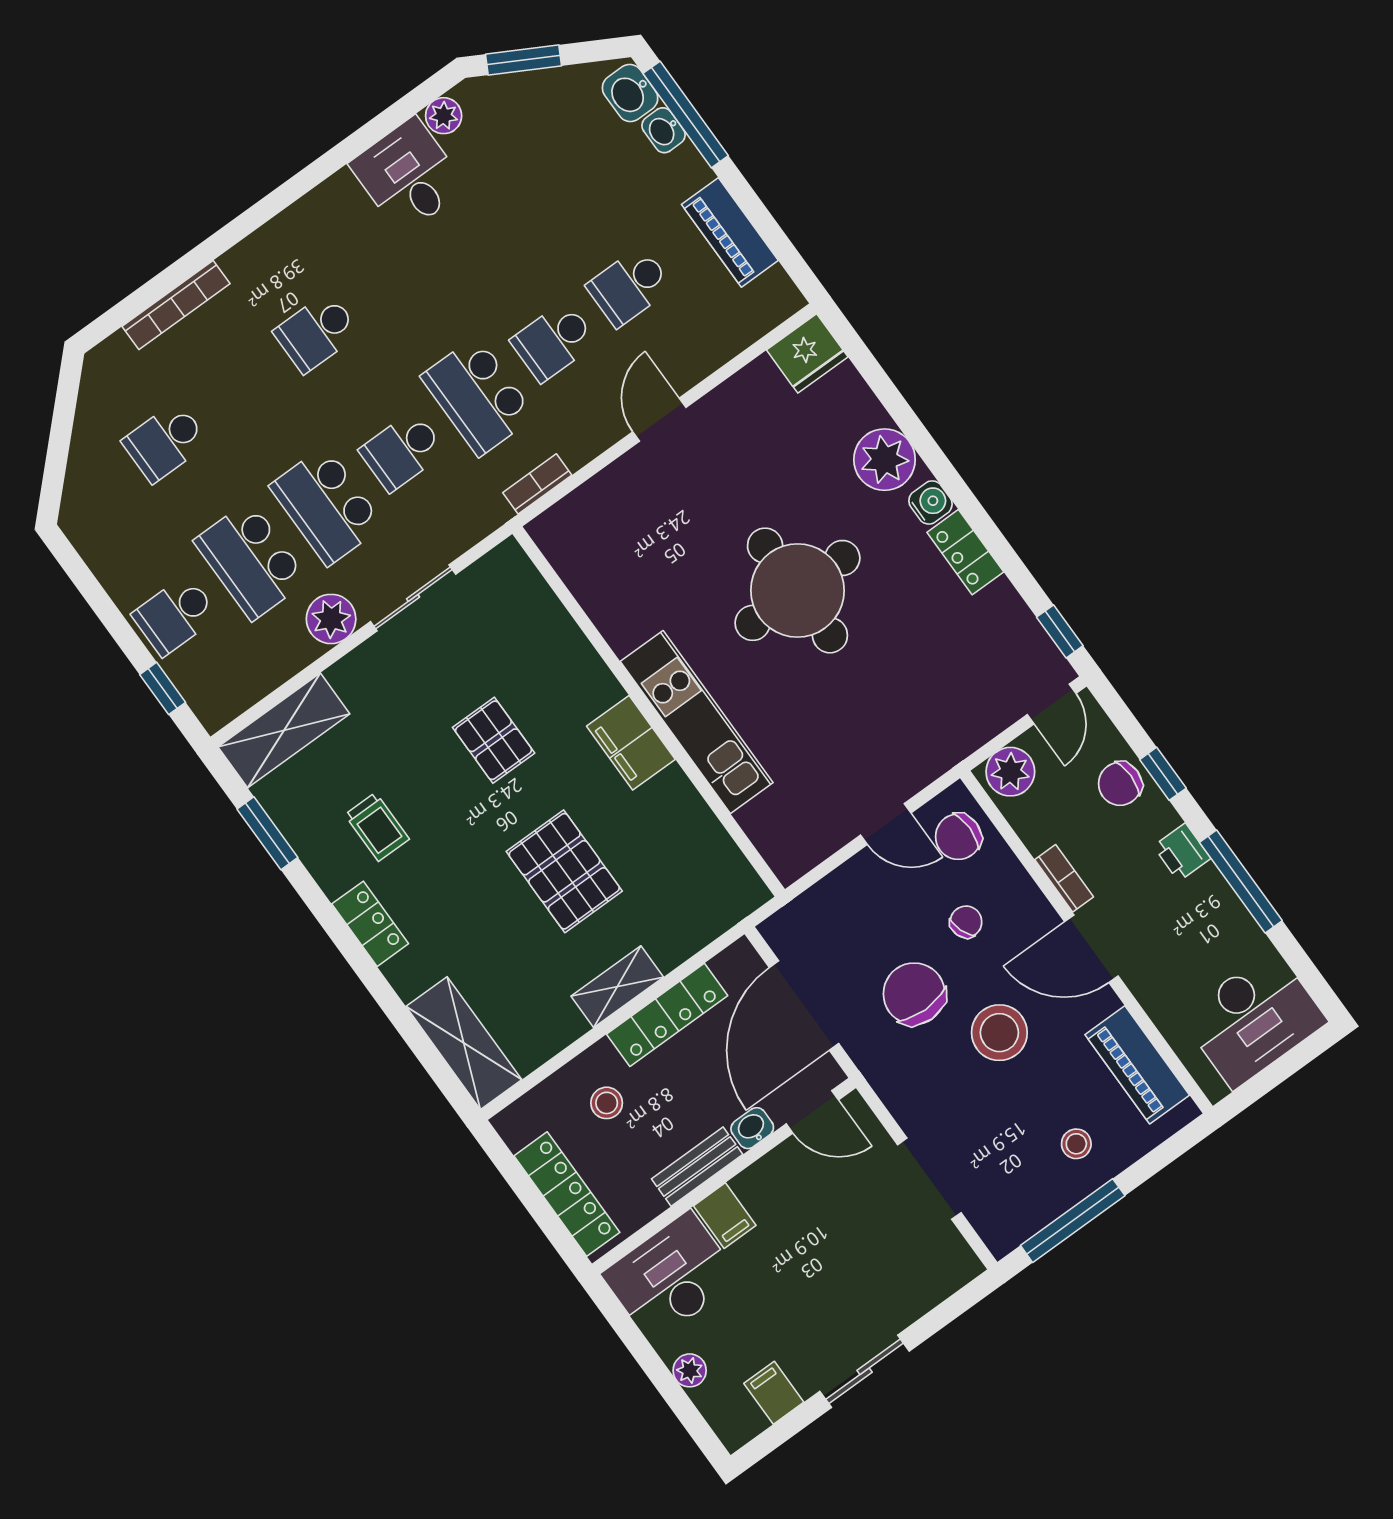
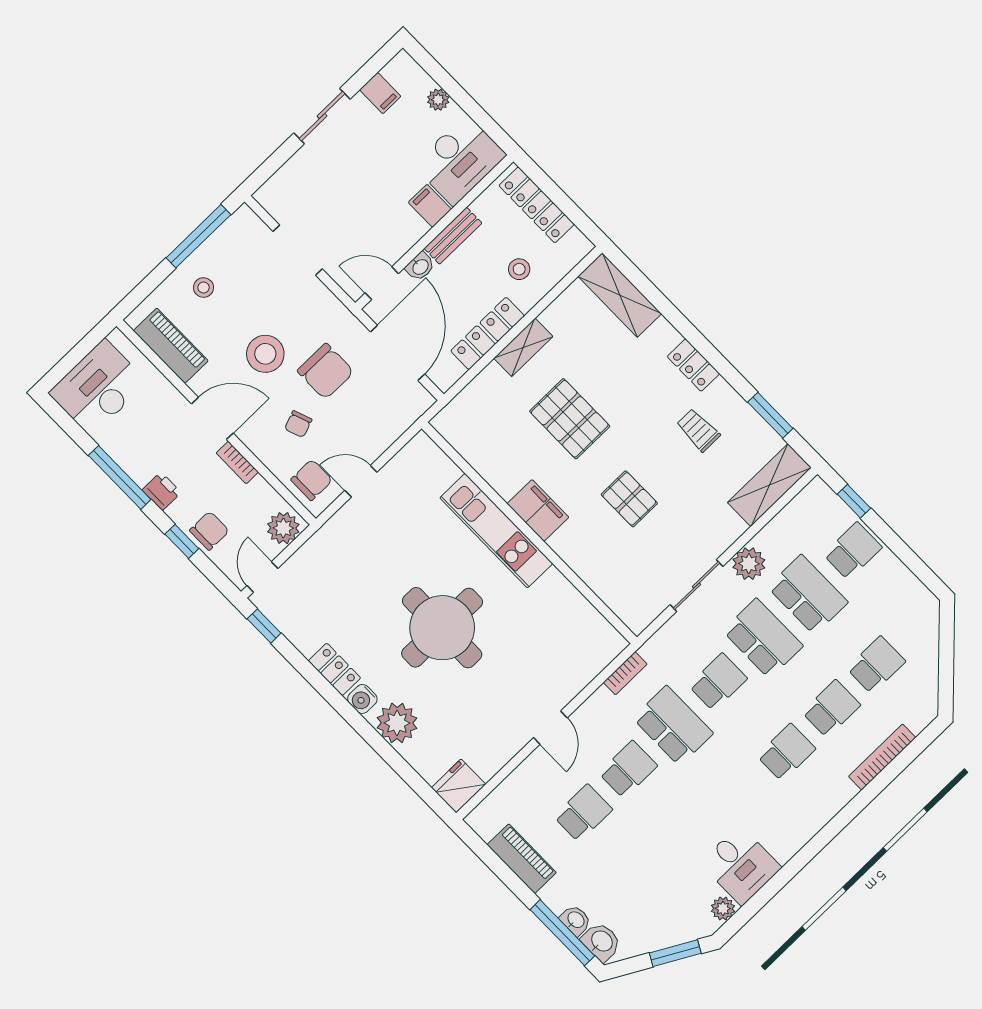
school desk: (241, 387) -> (831, 709), added

